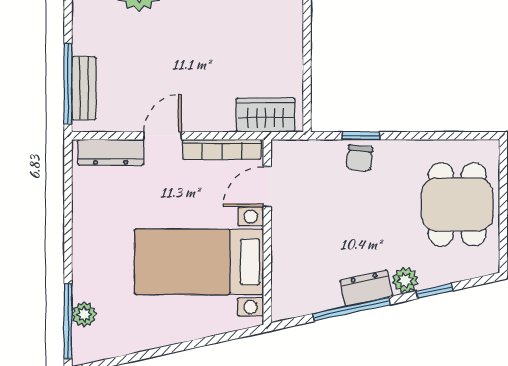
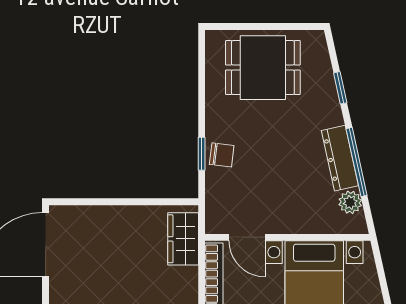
plant: (405, 280) -> (350, 202), moved
dresser: (366, 288) -> (340, 158), width x1.44

